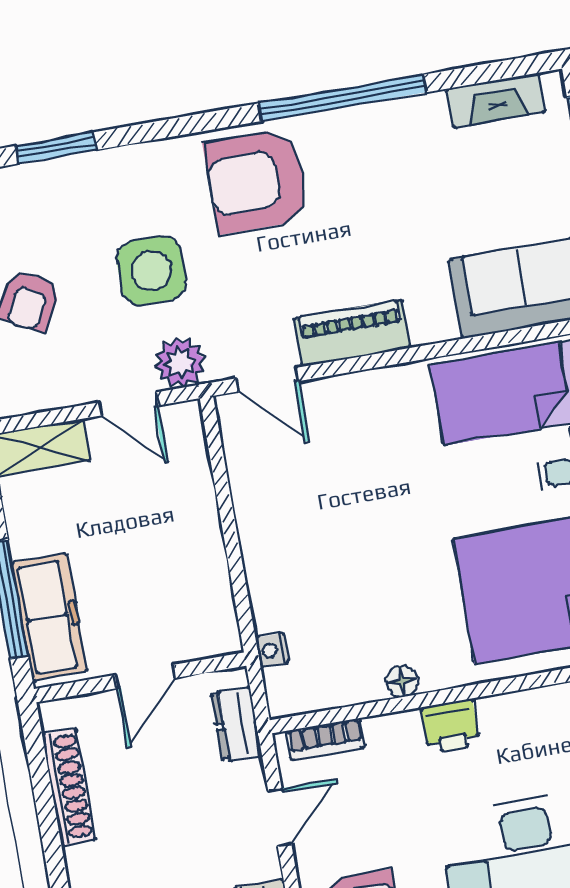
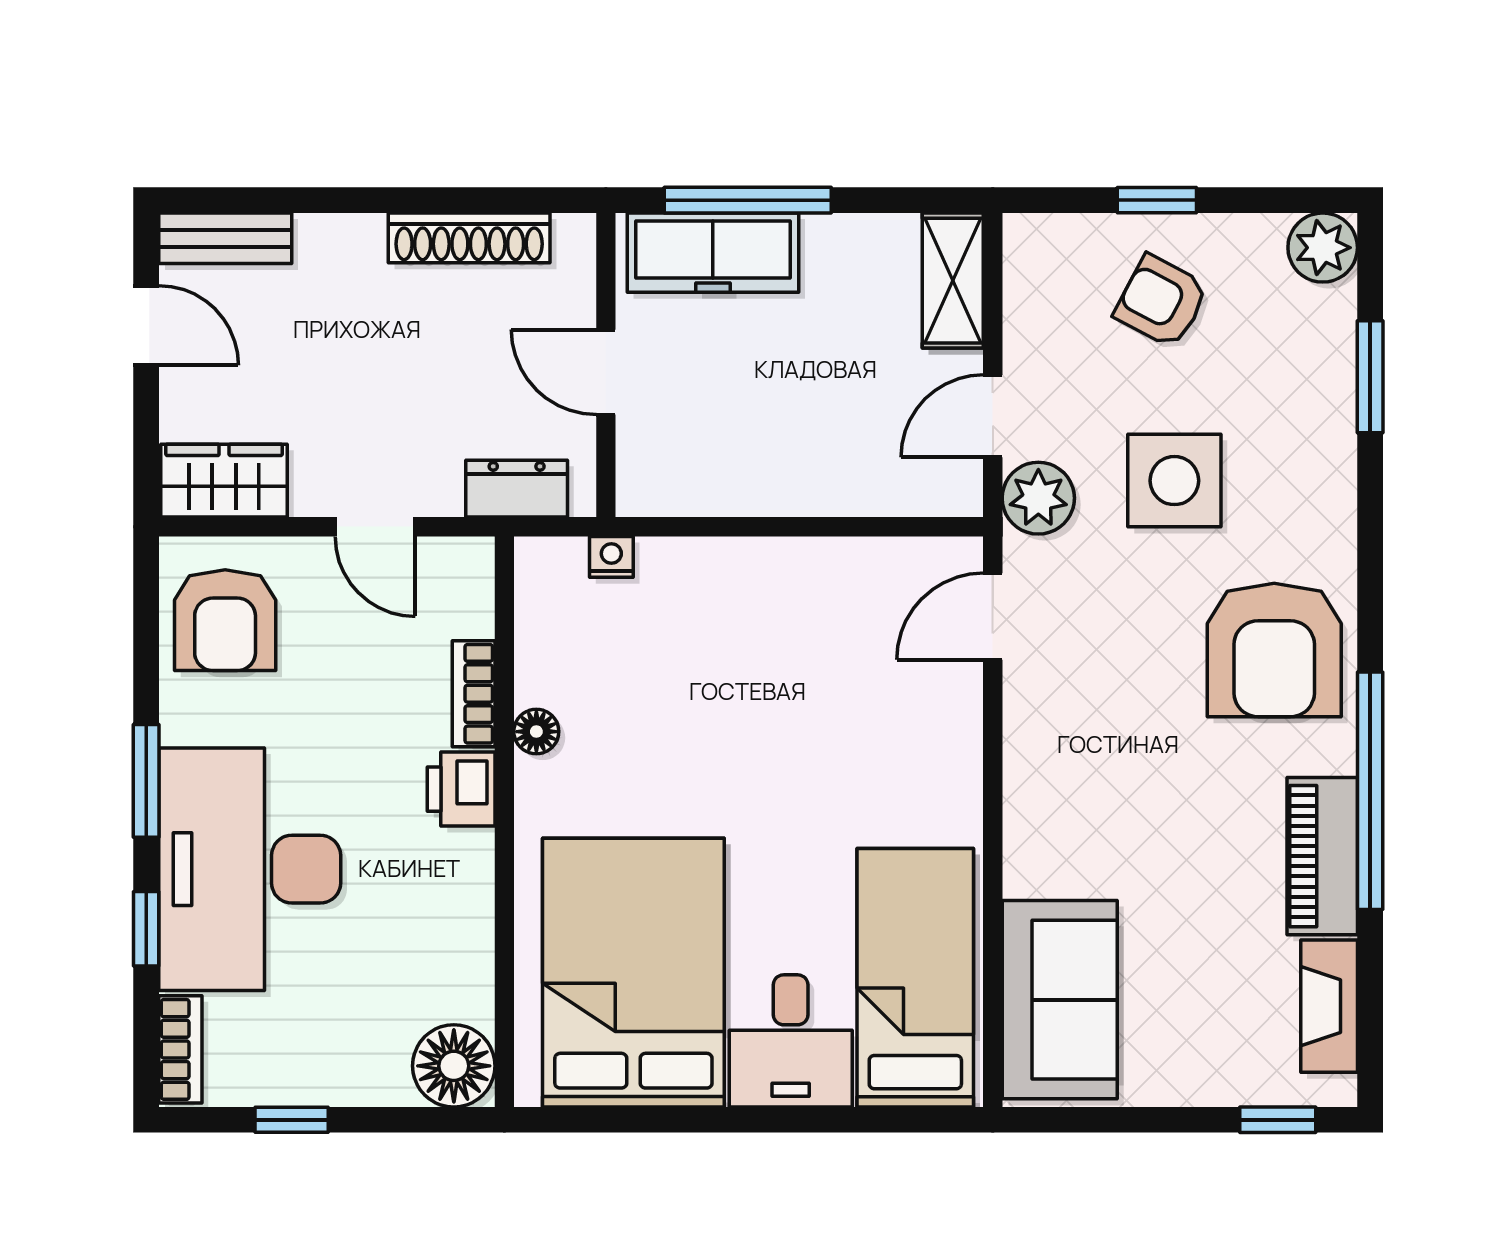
armchair: (256, 181) -> (1274, 650), turned 180
piano: (352, 333) -> (1322, 856), moved, turned 180
bookcase: (325, 739) -> (474, 694), moved

